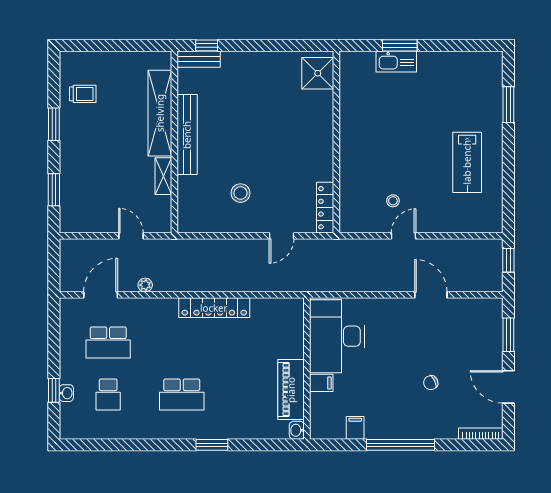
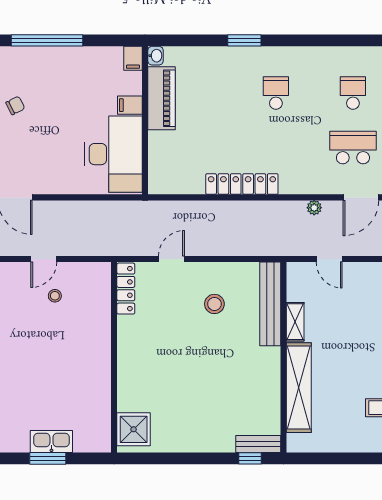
bench: (187, 135) -> (270, 304), moved
school desk: (182, 395) -> (276, 93), width x0.54
filing cabinet: (355, 428) -> (133, 58), moved

